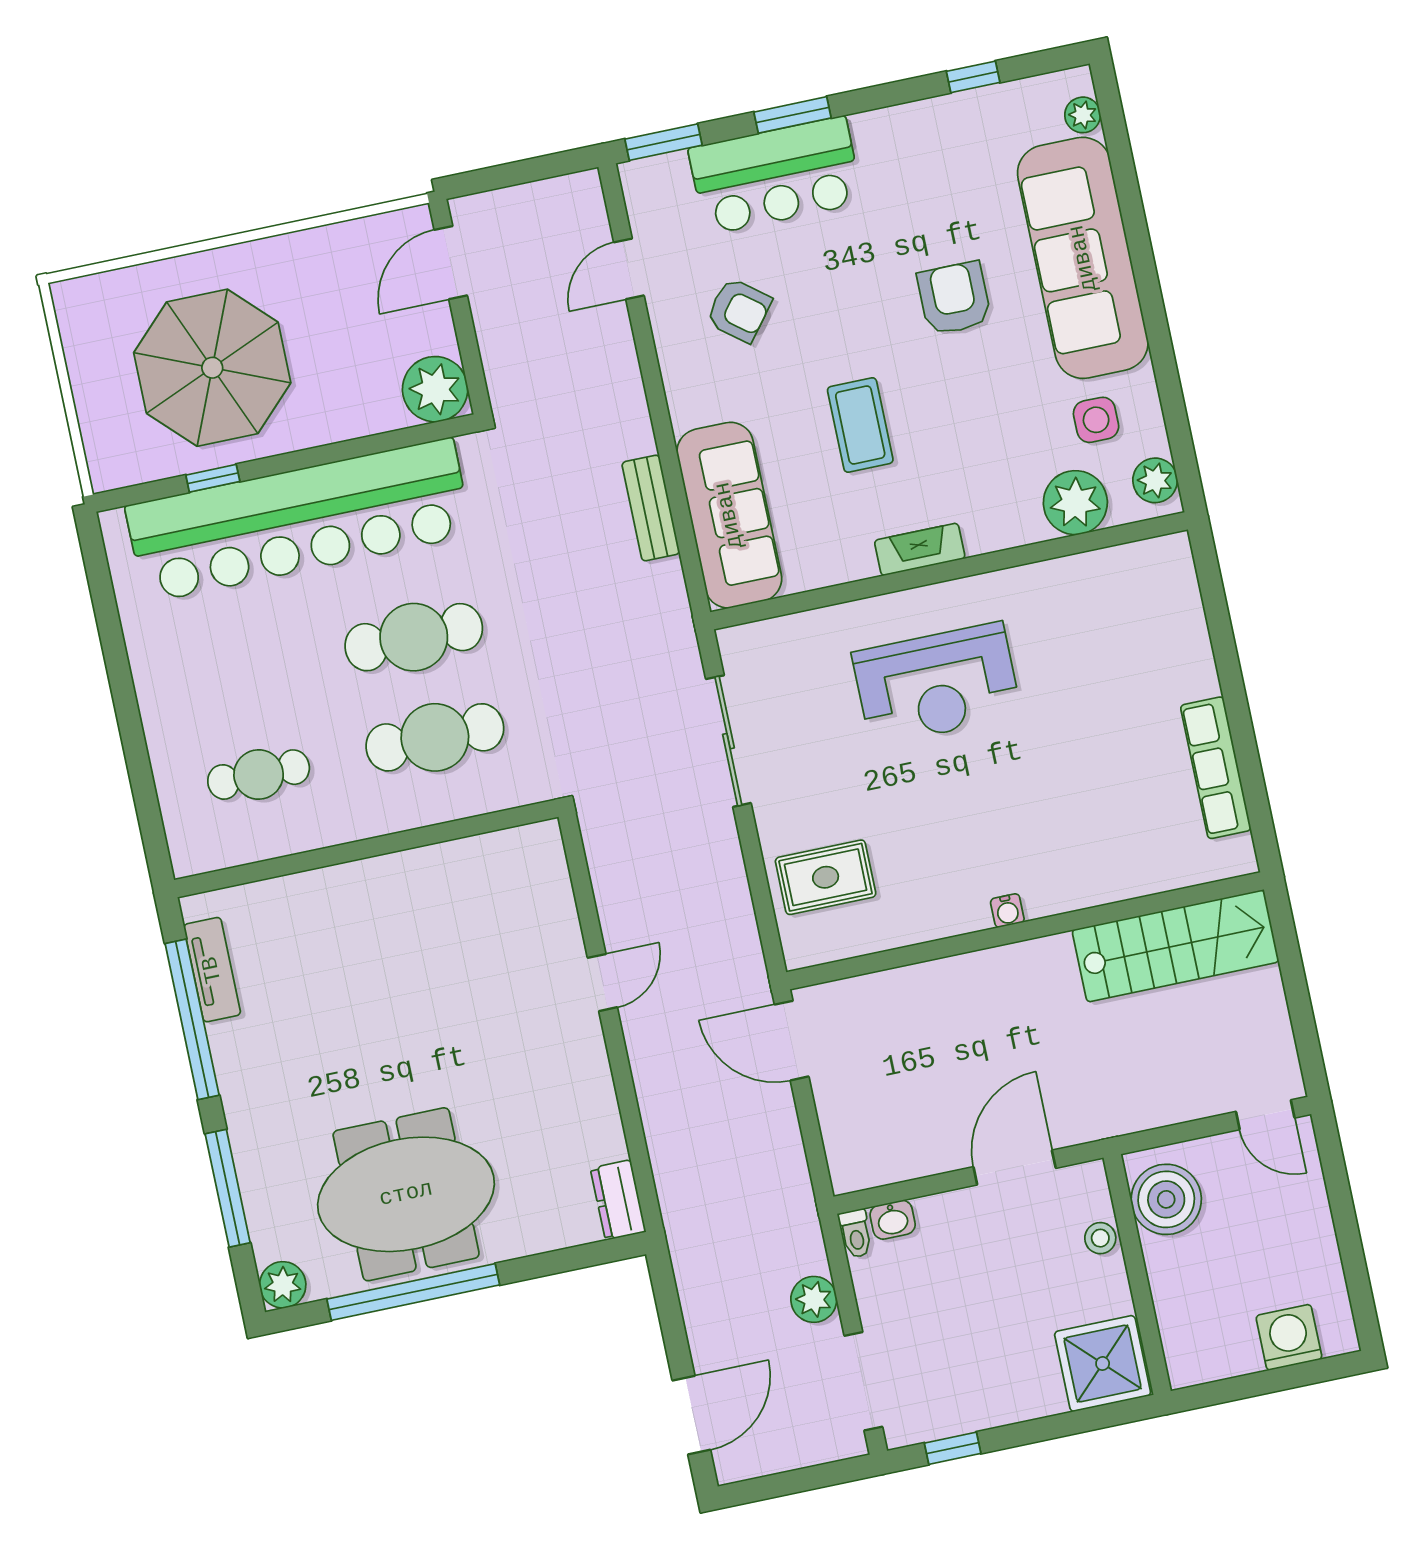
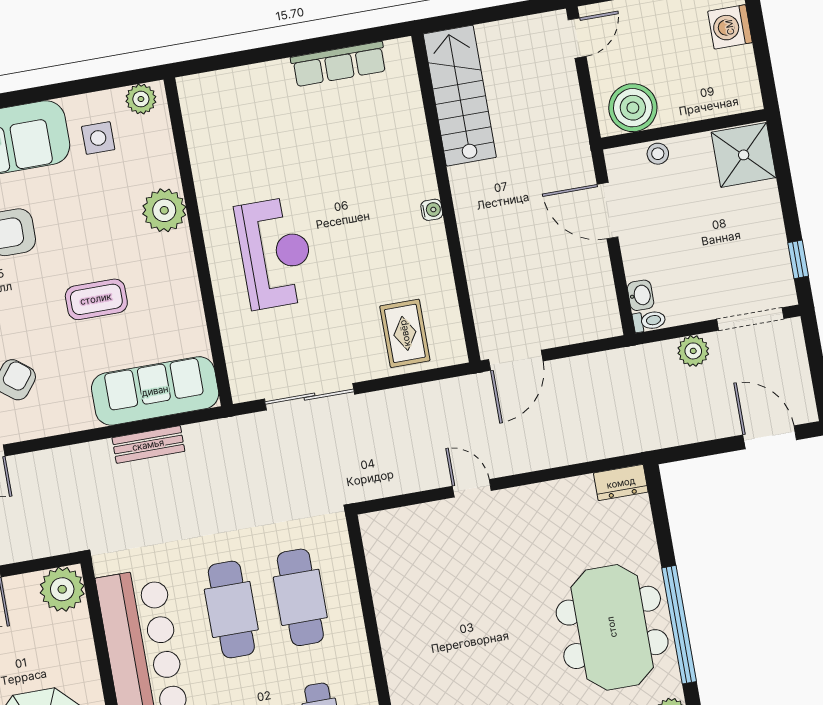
plant: (1075, 503) -> (164, 210), moved
fireplace: (920, 549) -> (183, 262), removed

